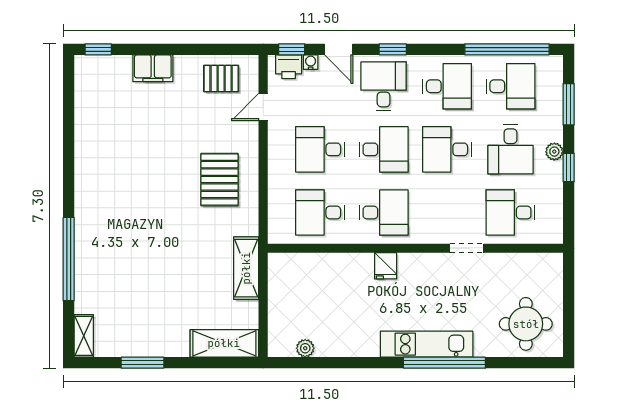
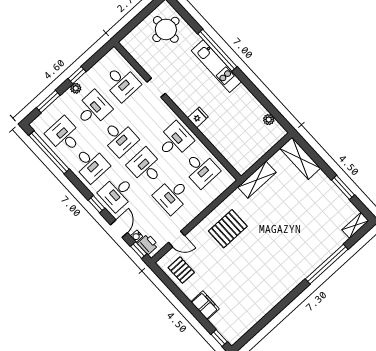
desk: (447, 86) -> (91, 164), turned 180
desk: (320, 149) -> (172, 196), turned 90
desk: (384, 213) -> (174, 140), turned 90

